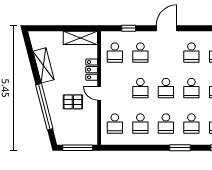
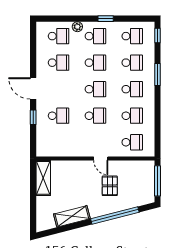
window: (129, 28) -> (33, 117), moved
school desk: (115, 53) -> (59, 142), removed
locker: (92, 70) -> (76, 166), removed
door: (99, 93) -> (101, 158), hinge flipped

